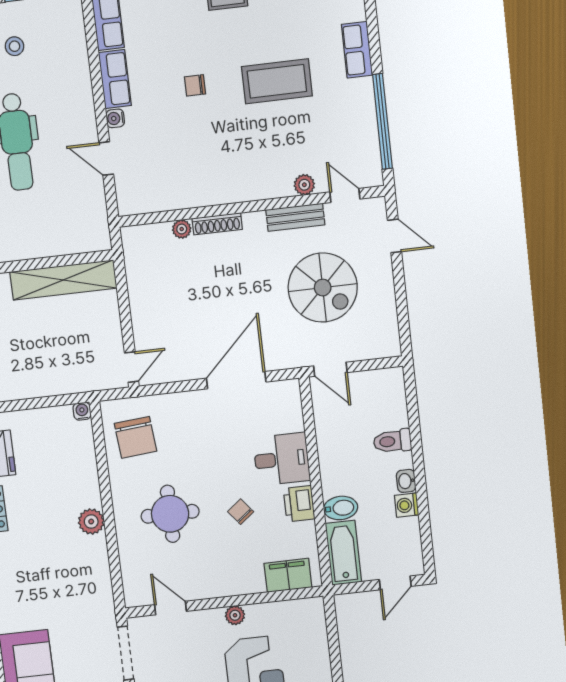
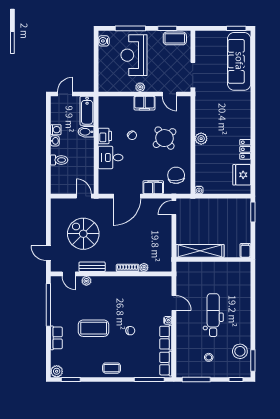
filing cabinet: (182, 406) -> (153, 187), added
round table: (170, 514) -> (165, 138), turned -38
filing cabinet: (288, 575) -> (144, 103), moved

